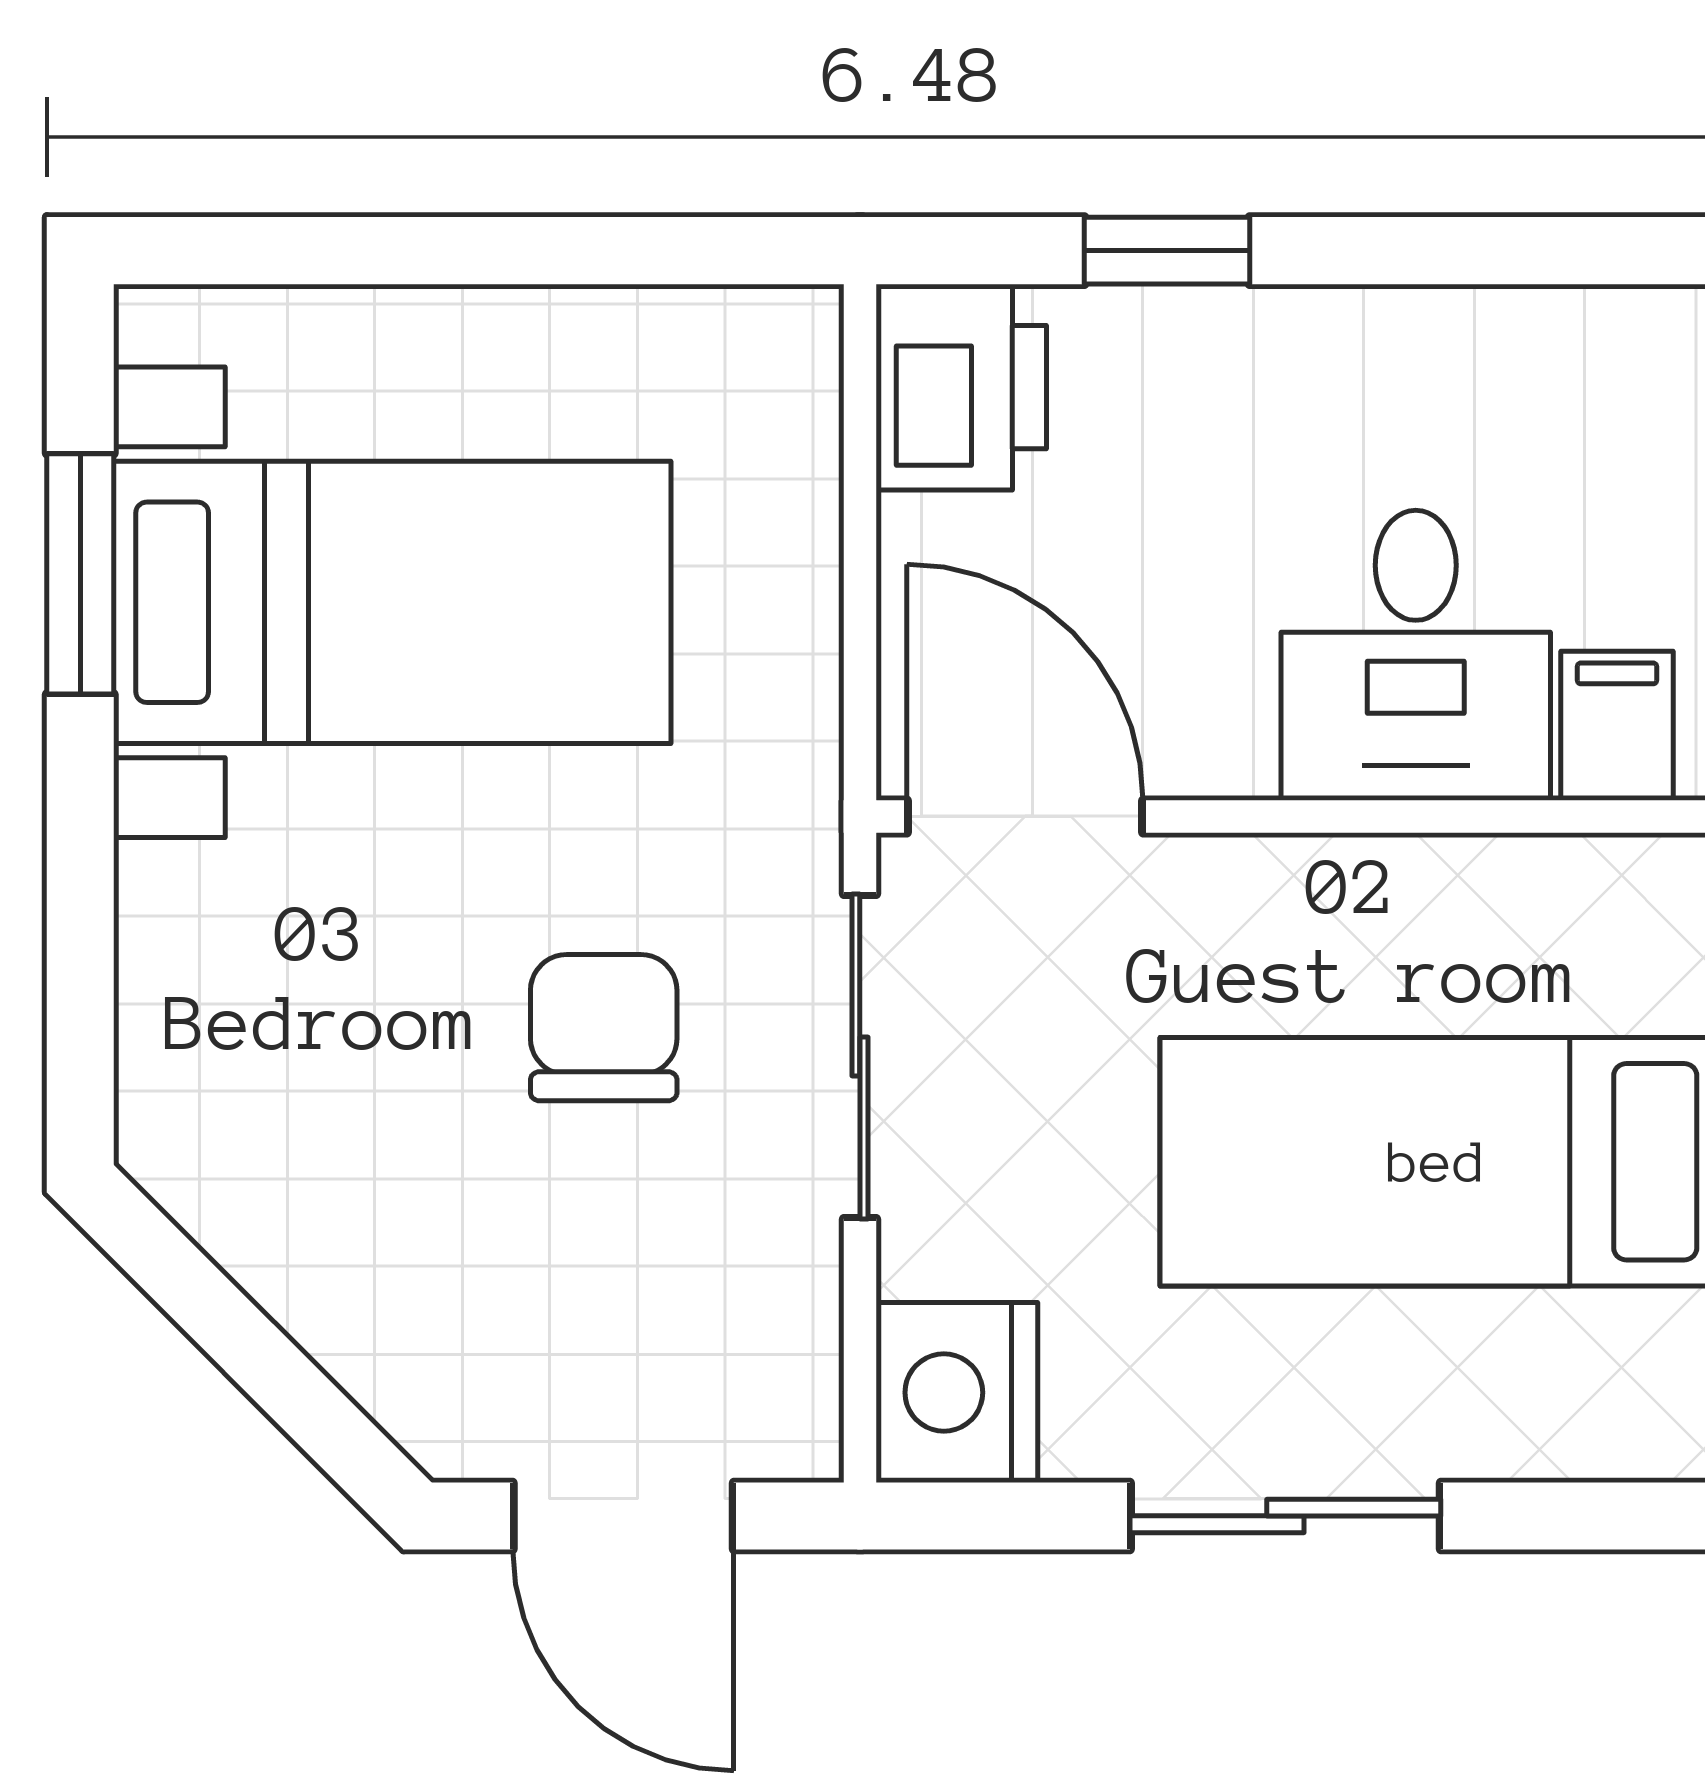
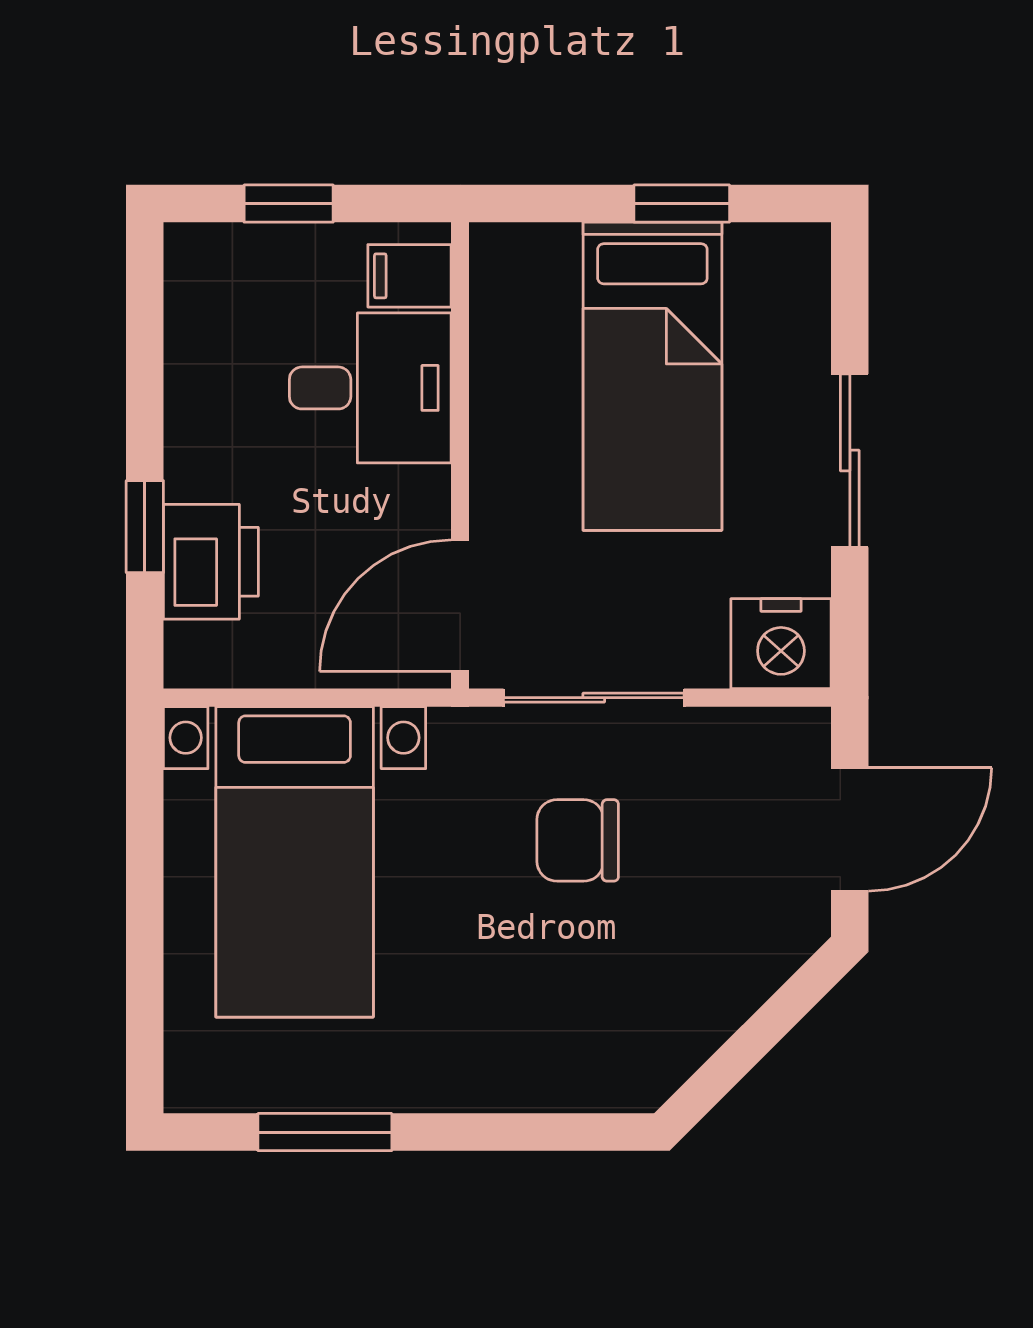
printer: (961, 387) -> (211, 562), moved, turned 90
bed with nightstands: (392, 602) -> (295, 862), moved, turned 180

